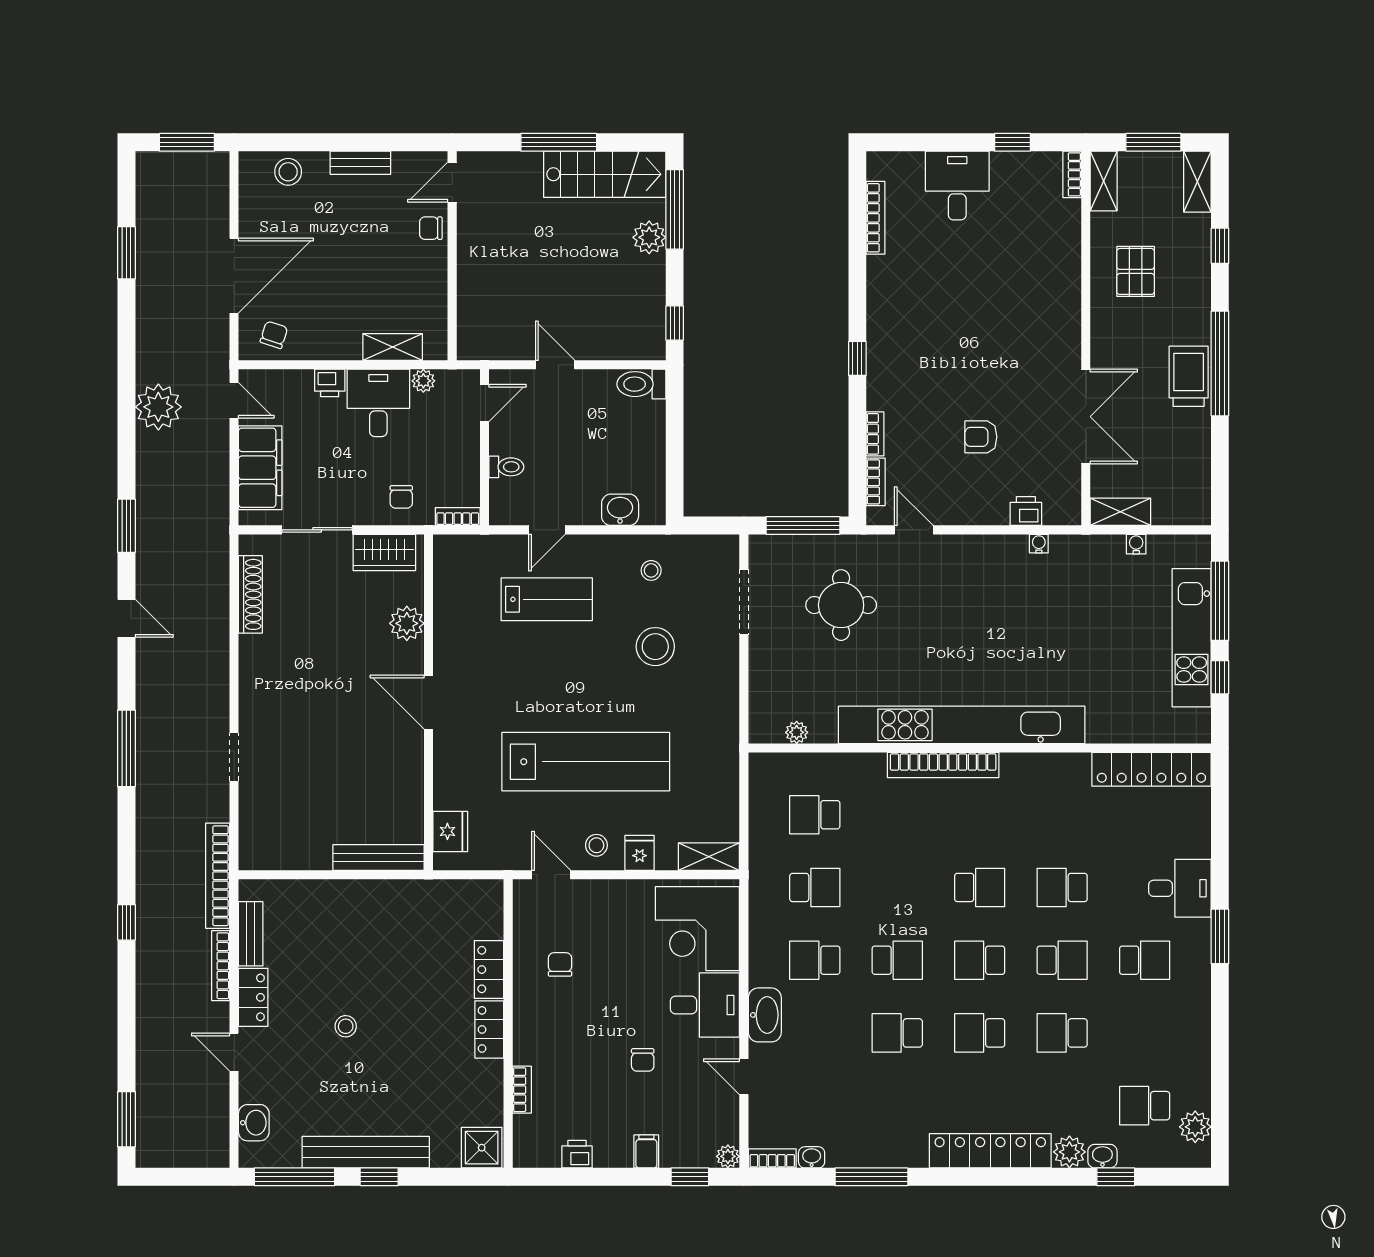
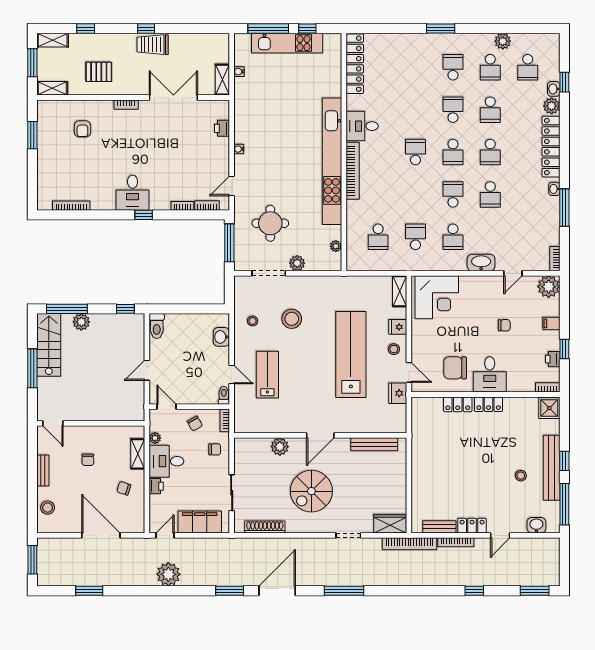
window: (1012, 142) -> (32, 135), width x1.50
bookcase: (1072, 174) -> (126, 105), moved
desk: (957, 186) -> (133, 193), moved, turned -90
chair: (431, 228) -> (88, 460), moved
chair: (274, 335) -> (124, 488), moved
window: (1220, 363) -> (146, 29), width x0.32
armchair: (981, 437) -> (82, 129), moved
chair: (452, 458) -> (195, 424), added
toilet: (506, 467) -> (224, 395), moved
water cooler: (1039, 544) -> (239, 149), moved
wardrobe: (384, 552) -> (390, 524), moved, turned -90
door: (126, 618) -> (277, 591), width x1.87
plant: (763, 657) -> (297, 263), added
spiral stairs: (320, 685) -> (311, 491), added
fridge: (450, 831) -> (398, 393), moved, turned -90
bench: (378, 858) -> (374, 444), moved, turned 90
door: (551, 875) -> (409, 372), swing flipped
school desk: (1062, 887) -> (490, 67), moved
desk: (1180, 888) -> (362, 126), moved, turned -90
window: (126, 922) -> (474, 591), moved
chair: (560, 964) -> (455, 368), width x1.87, depth x1.87
desk: (705, 1005) -> (490, 374), moved, turned 180
stool: (346, 1026) -> (521, 476), moved
bookcase: (522, 1090) -> (548, 387), moved
plant: (1195, 1127) -> (503, 41), moved
plant: (728, 1156) -> (549, 287), width x1.87, depth x1.87
washbasin: (812, 1157) -> (554, 189), moved
window: (690, 1177) -> (564, 349), moved

